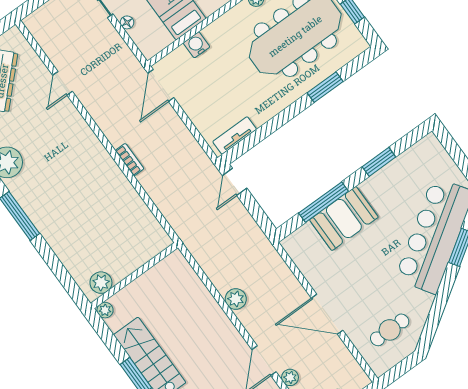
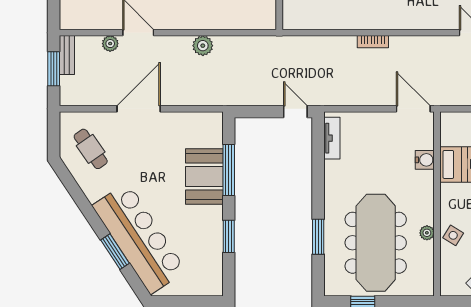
cafe table: (390, 330) -> (91, 149), turned -35

